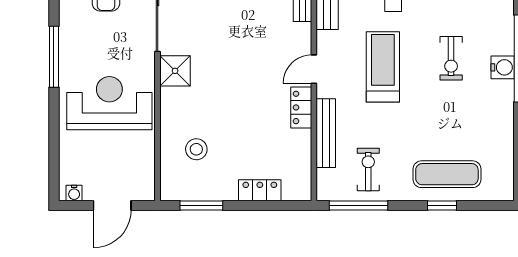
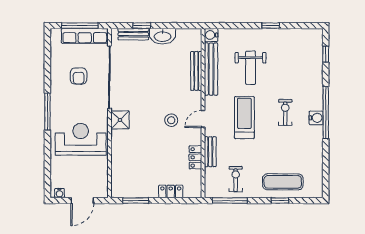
exercise bike: (451, 58) -> (285, 112), turned 180
locker: (301, 107) -> (195, 157), moved
bench: (326, 133) -> (210, 152), width x0.73
stool: (196, 149) -> (171, 120), moved

